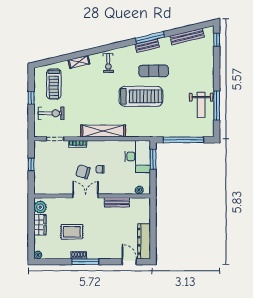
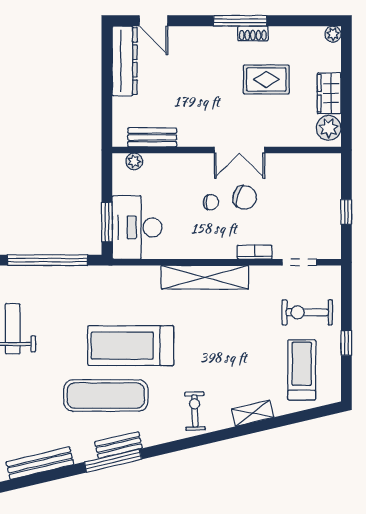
exercise mat: (154, 71) -> (106, 396), width x1.36, depth x1.45
bench: (117, 202) -> (152, 137), moved

